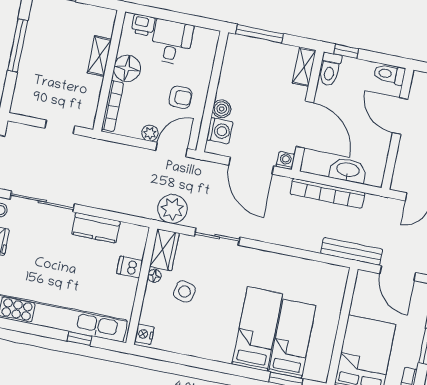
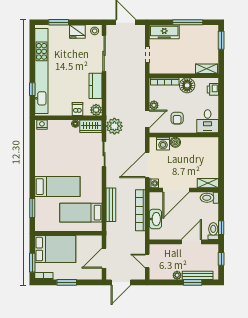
window: (259, 34) -> (221, 155), removed
desk: (172, 42) -> (208, 121), moved, turned 90
window: (346, 51) -> (221, 228), moved
shelving: (99, 56) -> (206, 69), moved
freezer: (26, 89) -> (164, 32), added
door: (171, 150) -> (147, 119), hinge flipped
plant: (138, 235) -> (96, 110), added
bench: (352, 251) -> (111, 205), moved
side table: (184, 291) -> (70, 142), removed
bed: (292, 339) -> (81, 213), moved, turned 180

